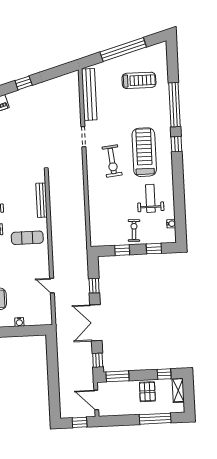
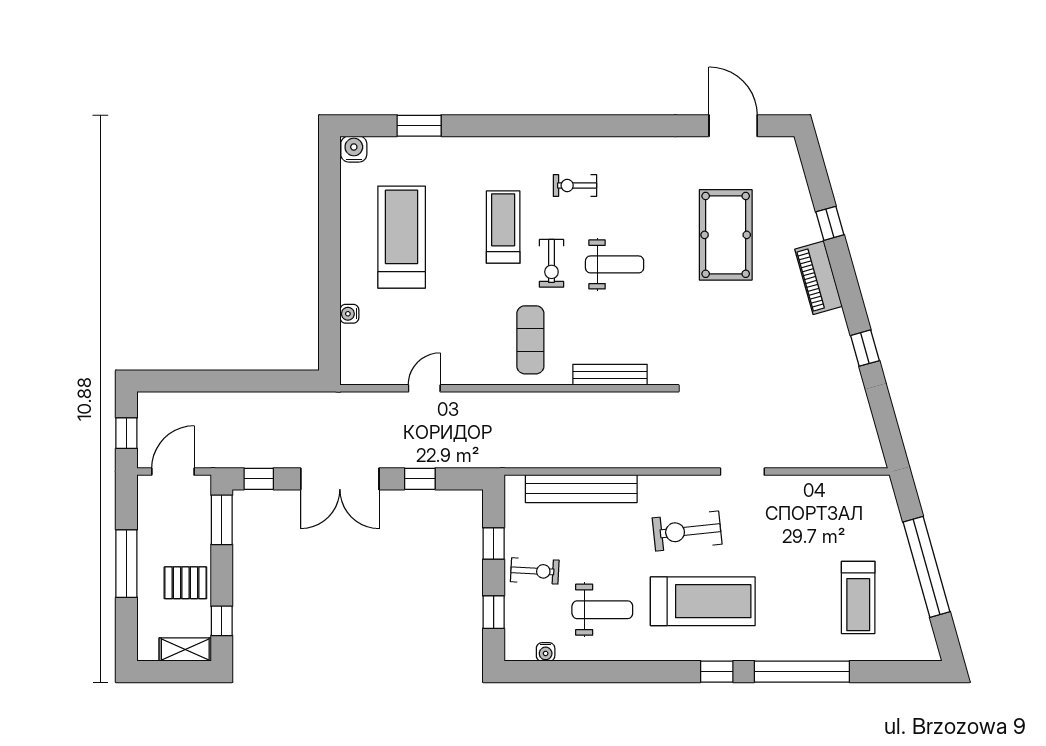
bench: (89, 94) -> (581, 489), moved
double door: (96, 323) -> (340, 479), swing flipped
window: (155, 419) -> (126, 564), moved

